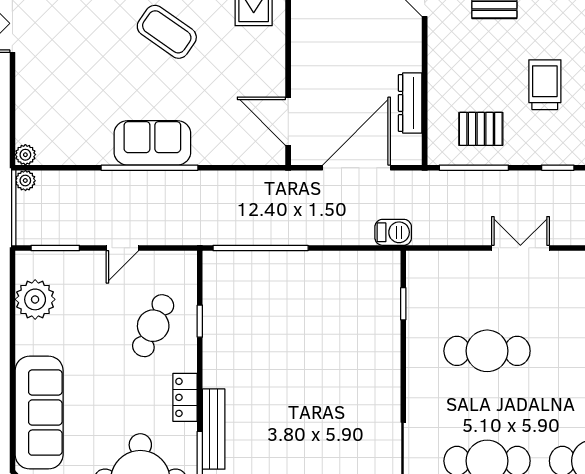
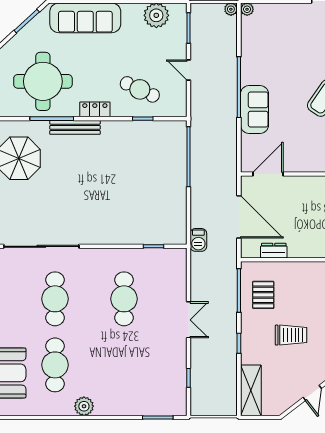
dresser: (410, 103) -> (274, 251), width x0.70
sofa: (152, 143) -> (255, 109), moved

